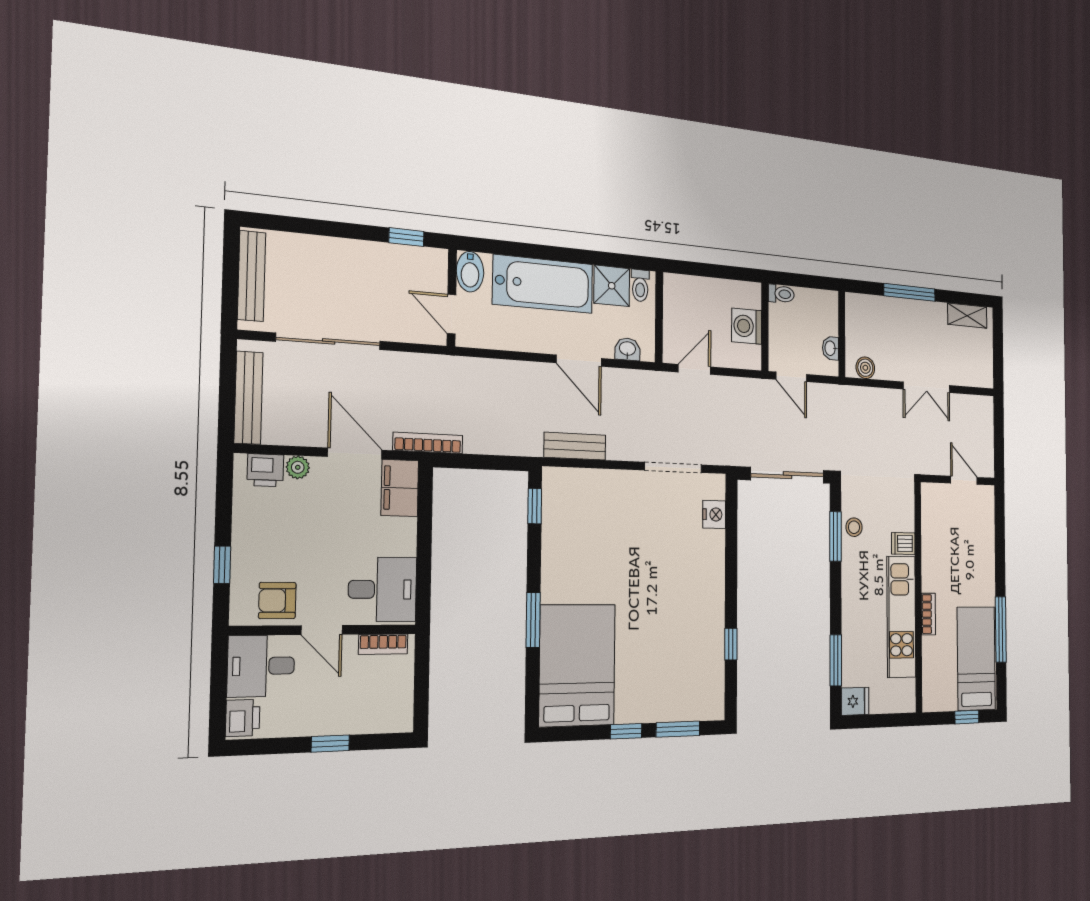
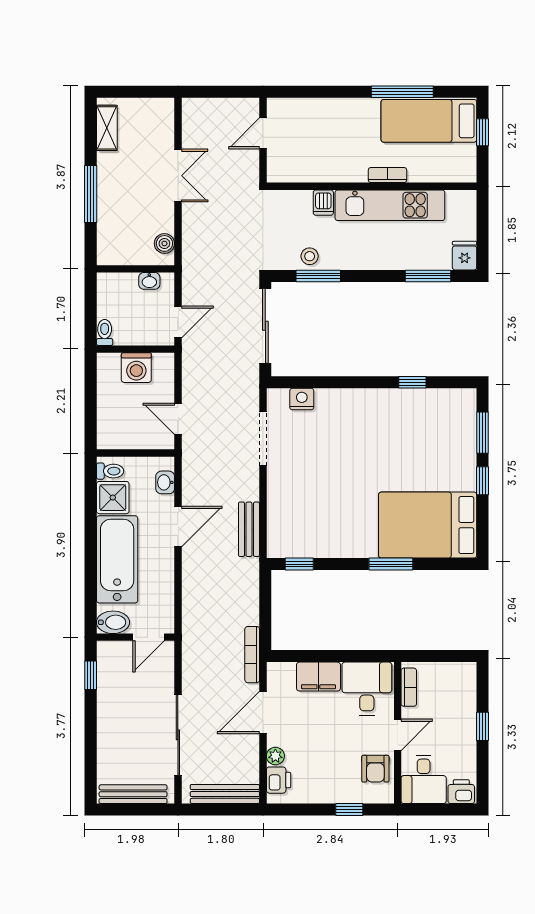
filing cabinet: (400, 488) -> (318, 677), moved

